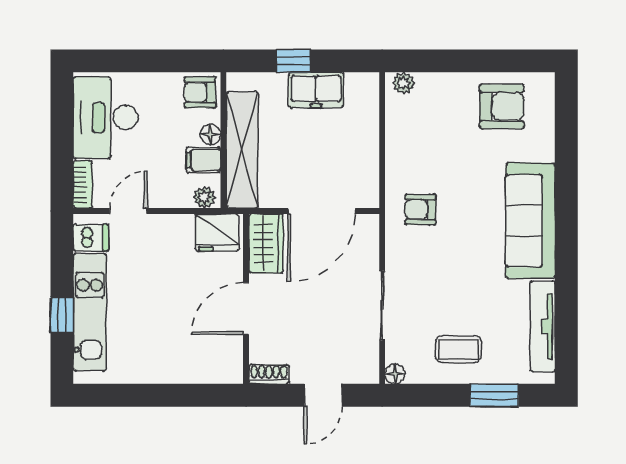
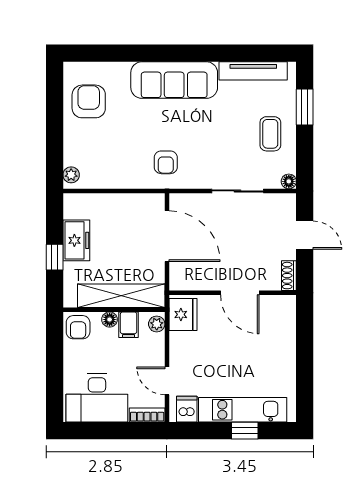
wardrobe: (266, 243) -> (191, 278), removed

